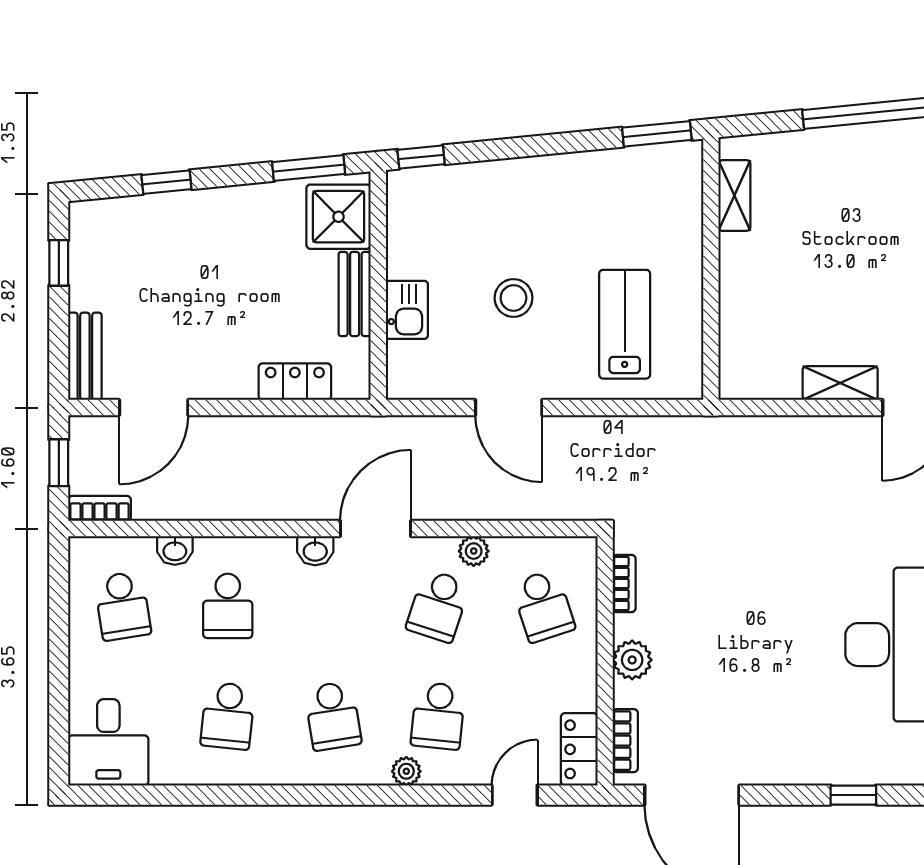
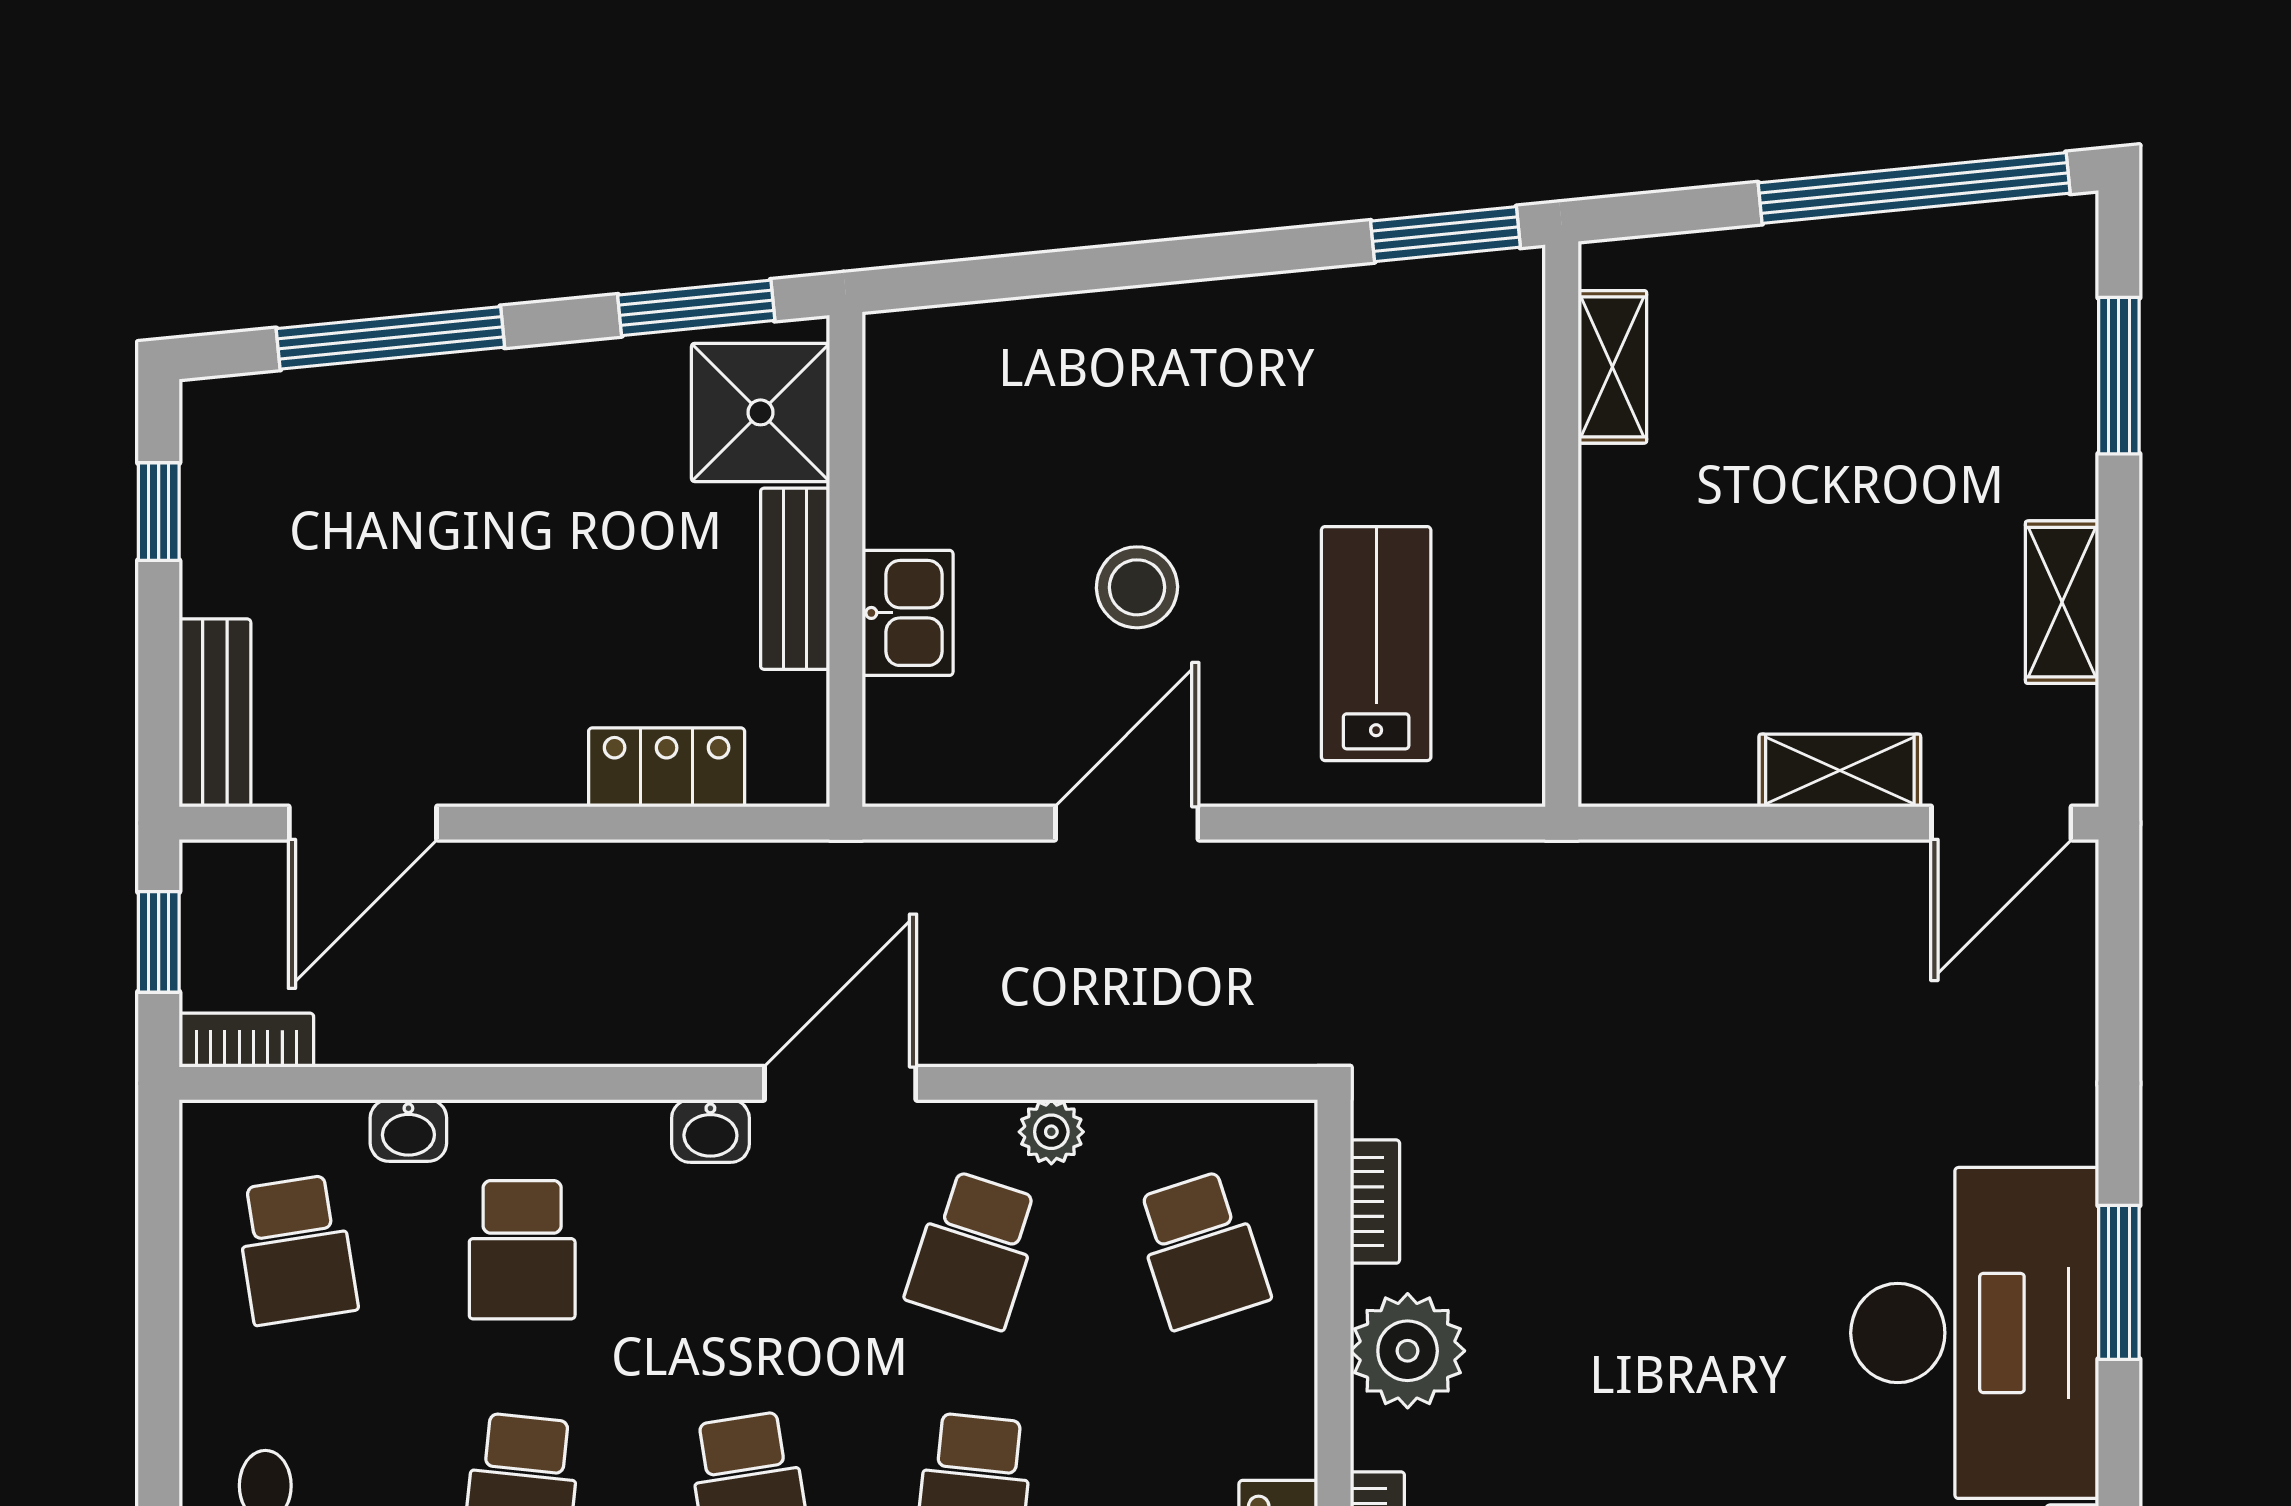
window: (421, 157) -> (938, 284), removed
window: (166, 182) -> (390, 338), width x2.17
door: (509, 408) -> (1127, 823), swing flipped
plant: (632, 660) -> (1408, 1351), width x1.36, depth x1.36

